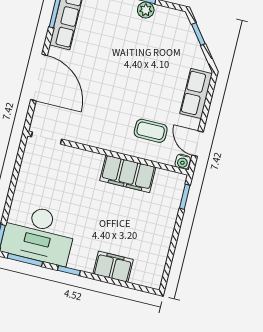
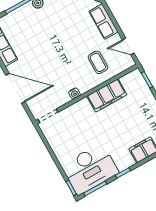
coffee table: (151, 131) -> (98, 62), turned 90
water cooler: (183, 162) -> (75, 94), moved

